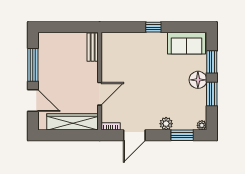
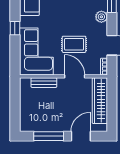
bench: (93, 47) -> (44, 83), moved
corner sofa: (127, 51) -> (36, 51), added
rug: (135, 93) -> (74, 44), added

